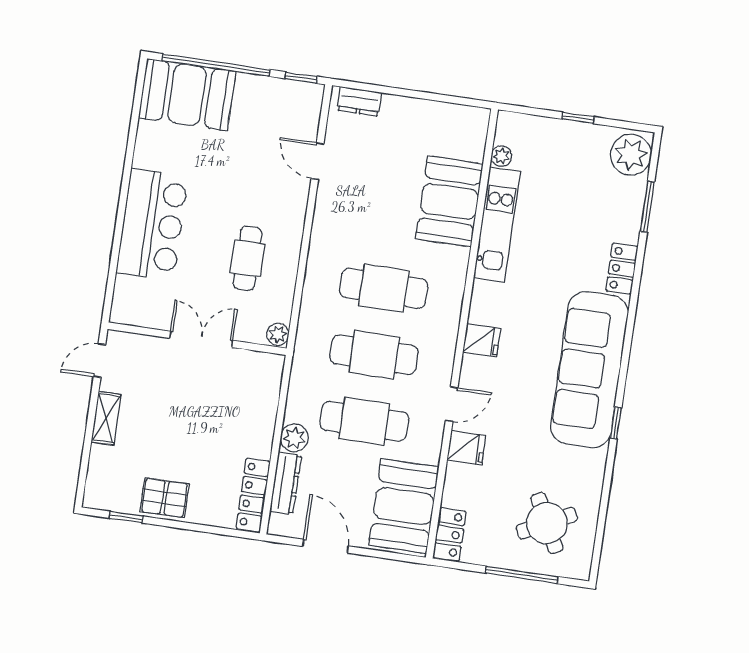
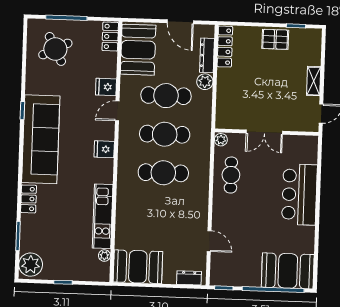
booth: (449, 201) -> (138, 267), moved, turned 90
cafe table: (247, 258) -> (231, 175), moved

